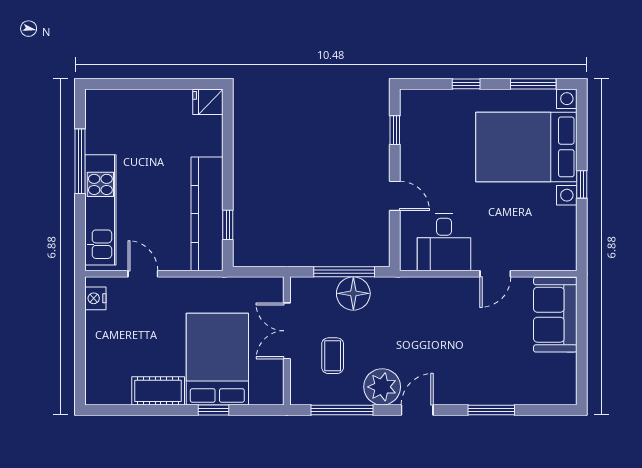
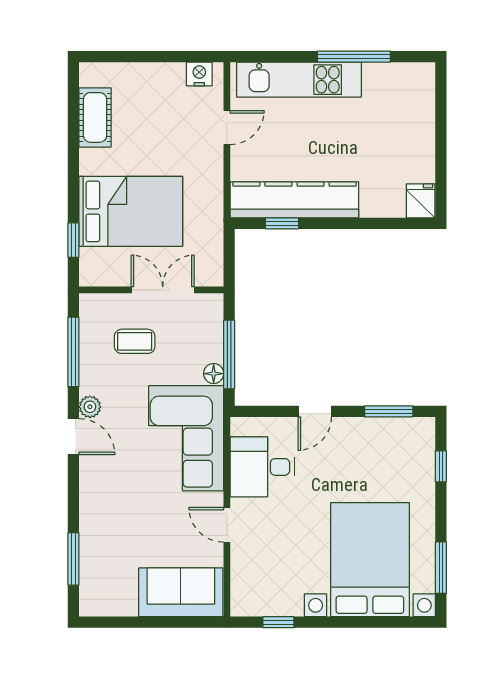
window: (466, 84) -> (441, 466), moved
window: (395, 130) -> (389, 411), width x1.50
window: (582, 184) -> (278, 622), moved
floor lamp: (353, 293) -> (214, 374), width x0.53, depth x0.53
corner sofa: (419, 310) -> (186, 438), added
plant: (382, 387) -> (90, 407), width x0.53, depth x0.53
cot: (158, 391) -> (95, 117), moved
window: (214, 410) -> (73, 240), moved
window: (491, 410) -> (73, 559), moved

